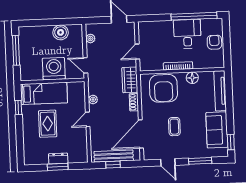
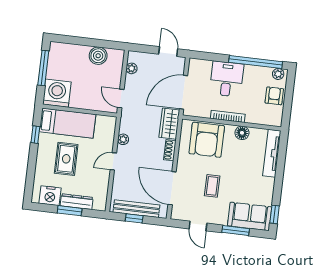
plant: (215, 23) -> (278, 74), added
desk: (187, 34) -> (227, 79), moved
door: (137, 52) -> (183, 92), width x1.88
washing machine: (54, 69) -> (57, 93), moved
sofa: (217, 130) -> (250, 216), moved, turned 90
door: (141, 134) -> (172, 188), hinge flipped
nightstand: (39, 157) -> (50, 196), added
dresser: (58, 158) -> (77, 202), width x1.44

